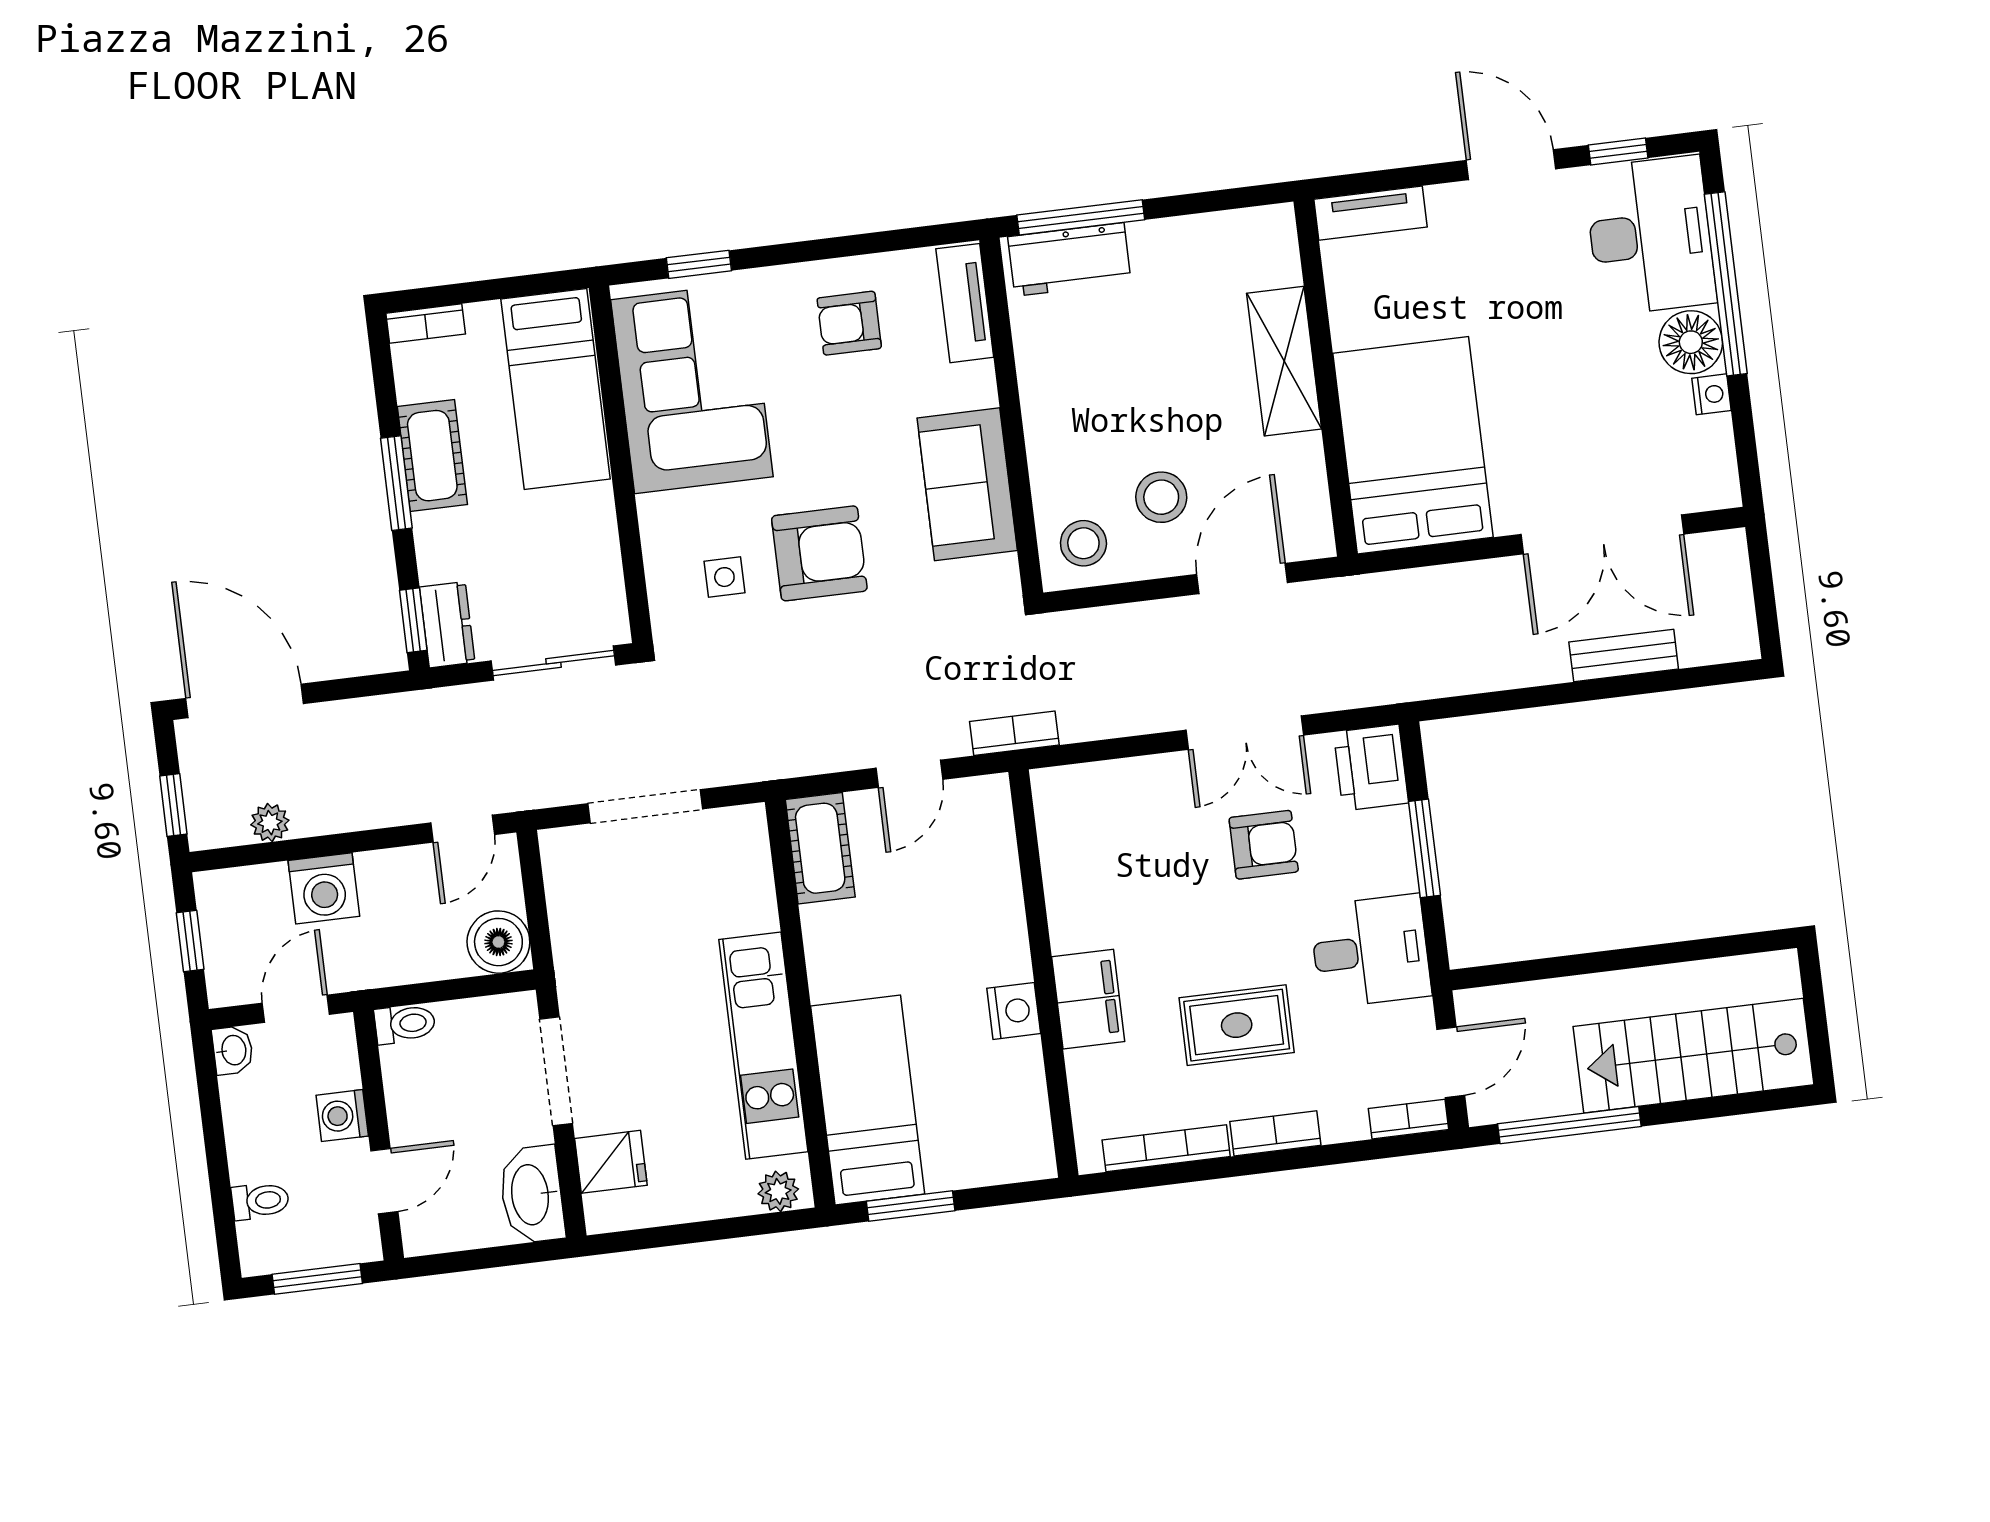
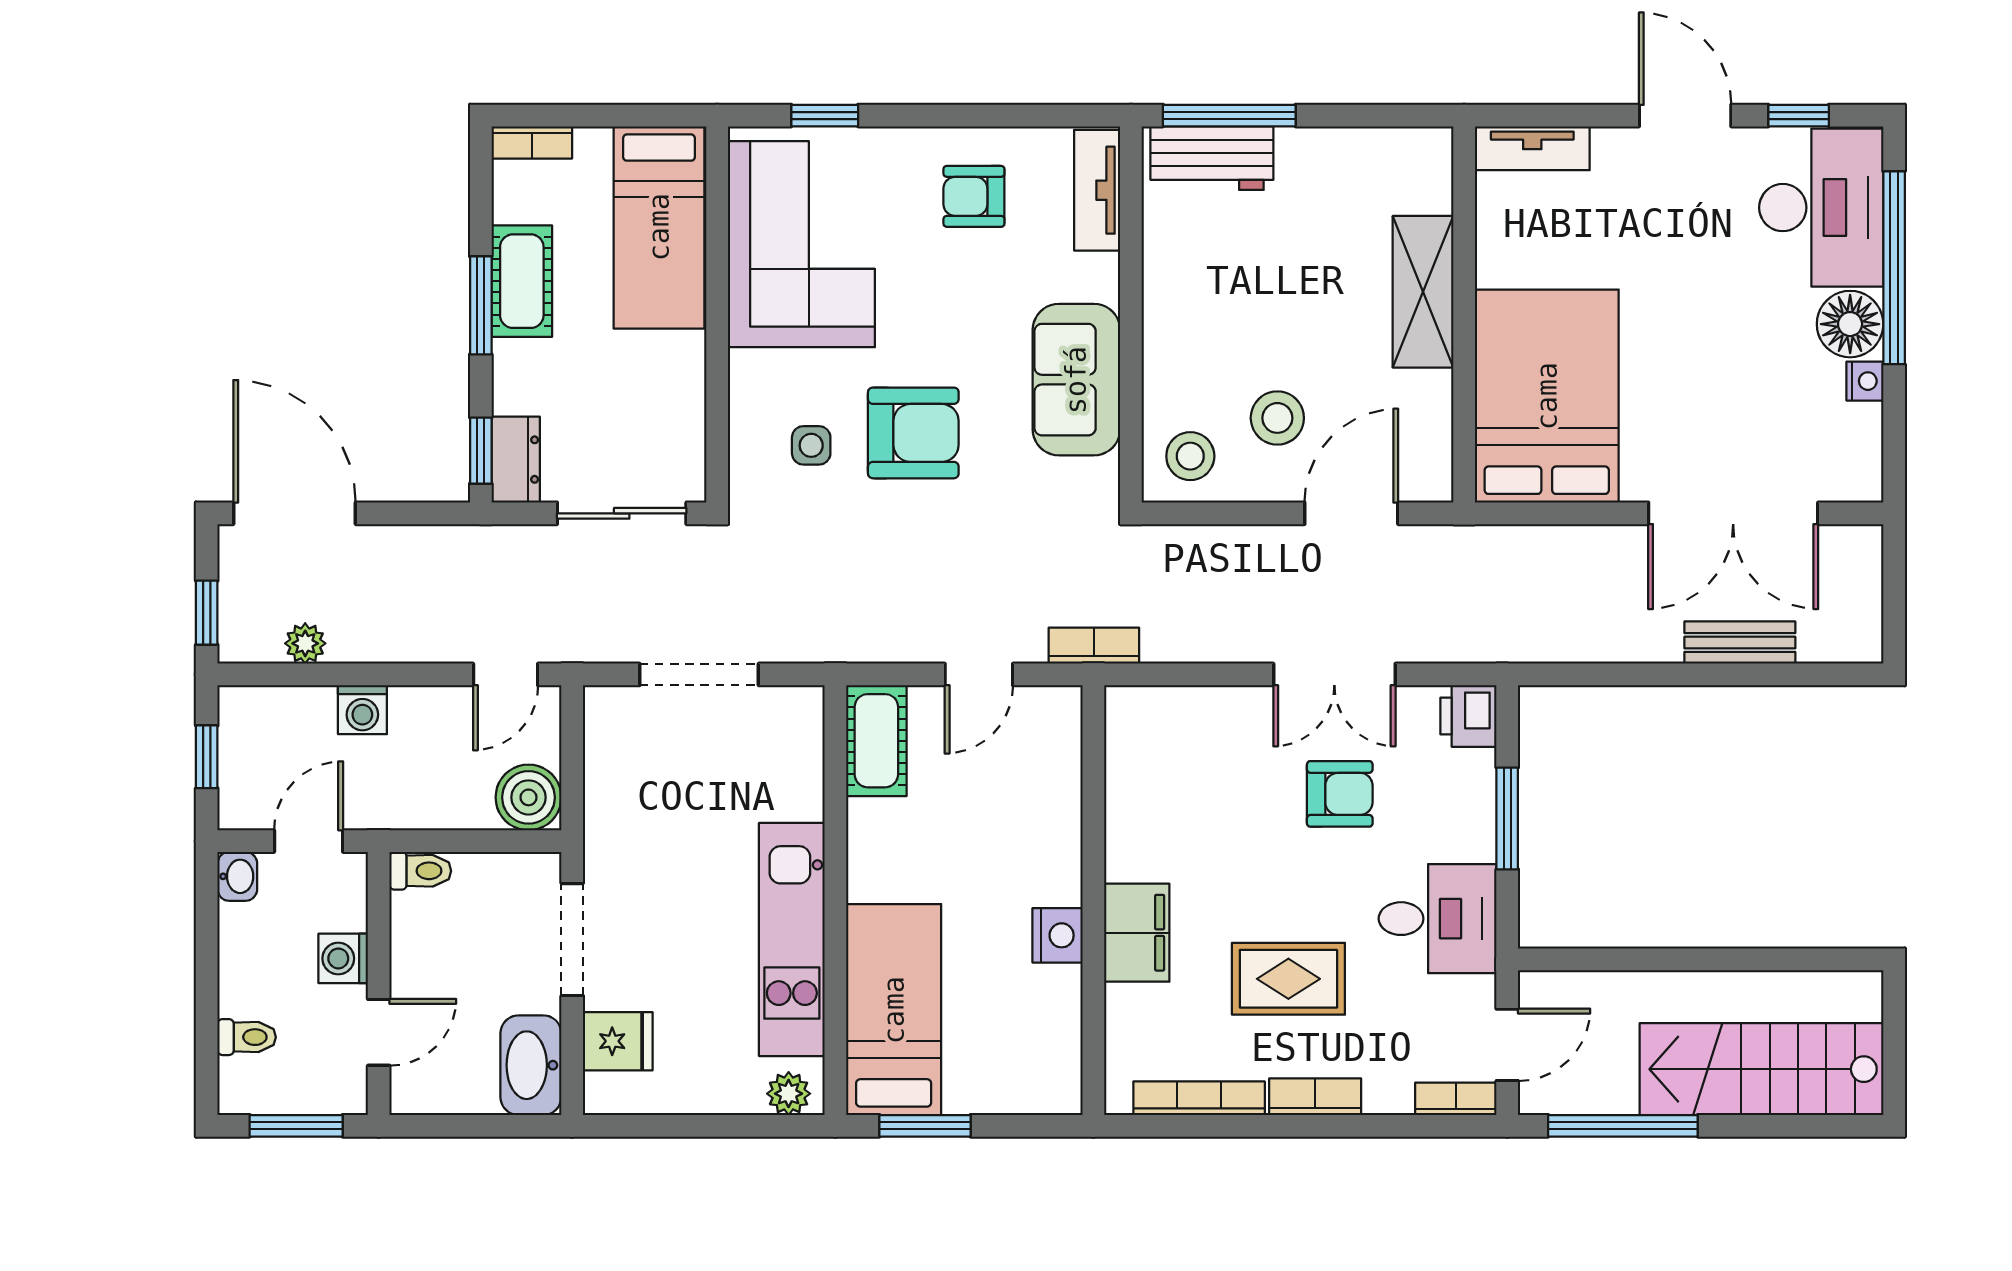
printer: (1371, 768) -> (1468, 716), width x0.73, depth x0.81
washing machine: (324, 888) -> (362, 710), width x0.73, depth x0.73

